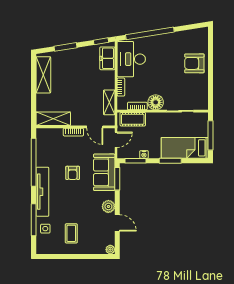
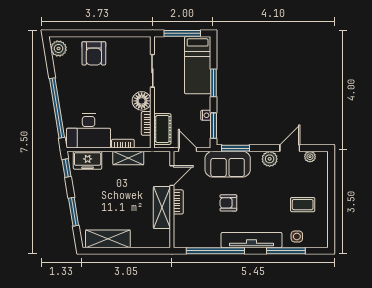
plant: (198, 35) -> (59, 49), added
shelving: (109, 102) -> (128, 158), moved
shelving: (53, 119) -> (162, 208), moved
armchair: (73, 173) -> (228, 203), turned 180
plant: (110, 250) -> (310, 157), moved

